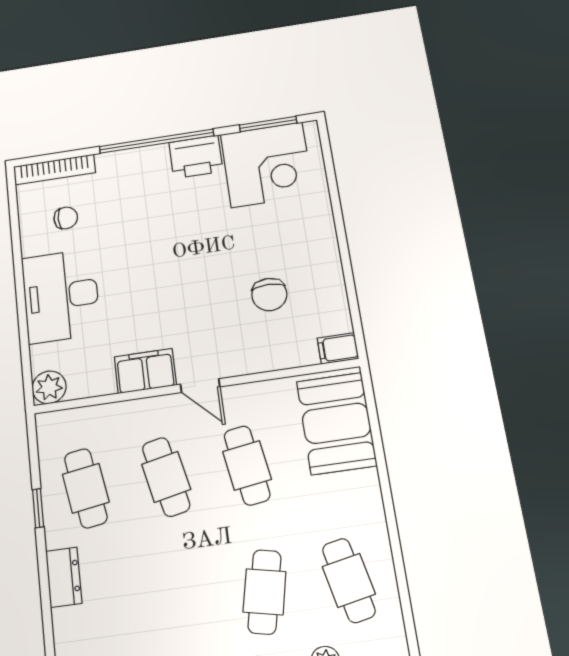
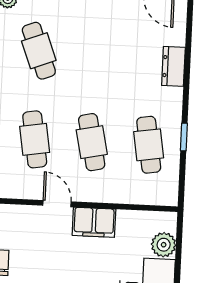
plant: (49, 387) -> (164, 245), moved
dresser: (64, 577) -> (173, 66), moved
cafe table: (265, 592) -> (39, 51), turned -33

